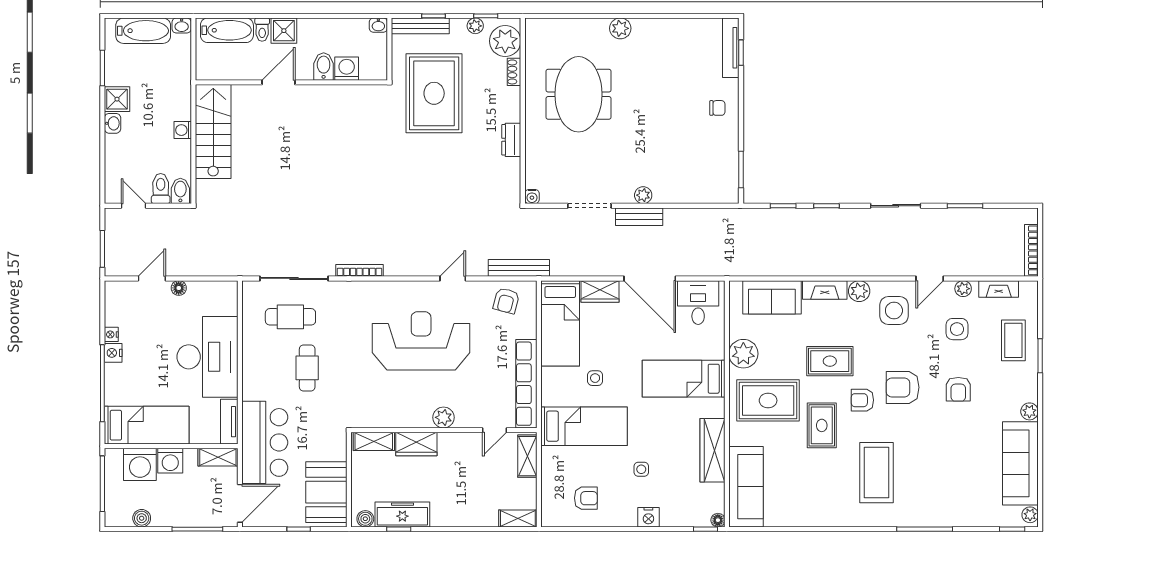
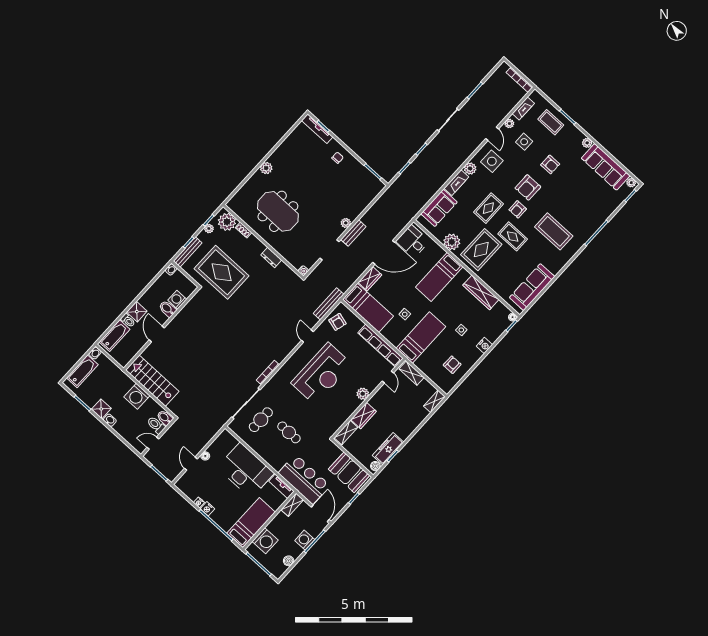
washing machine: (183, 130) -> (137, 396), width x1.89, depth x1.89
reception desk: (421, 341) -> (322, 374), turned 180
washing machine: (170, 461) -> (305, 540), moved, turned 180
sofa: (746, 487) -> (532, 287), moved, turned -90

